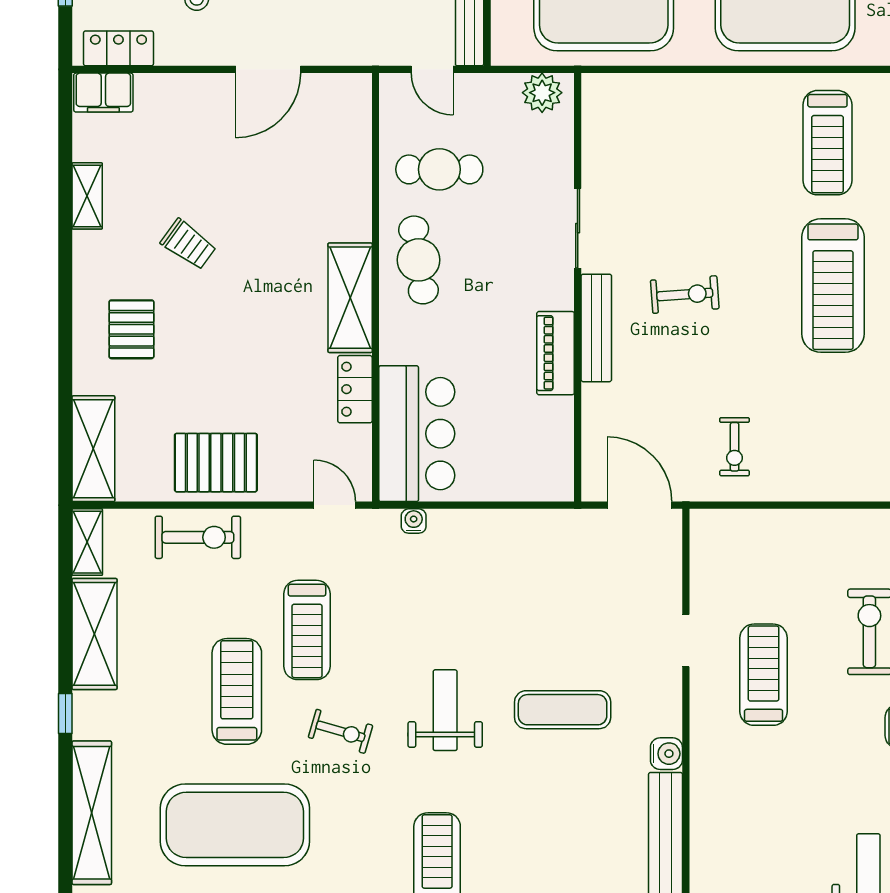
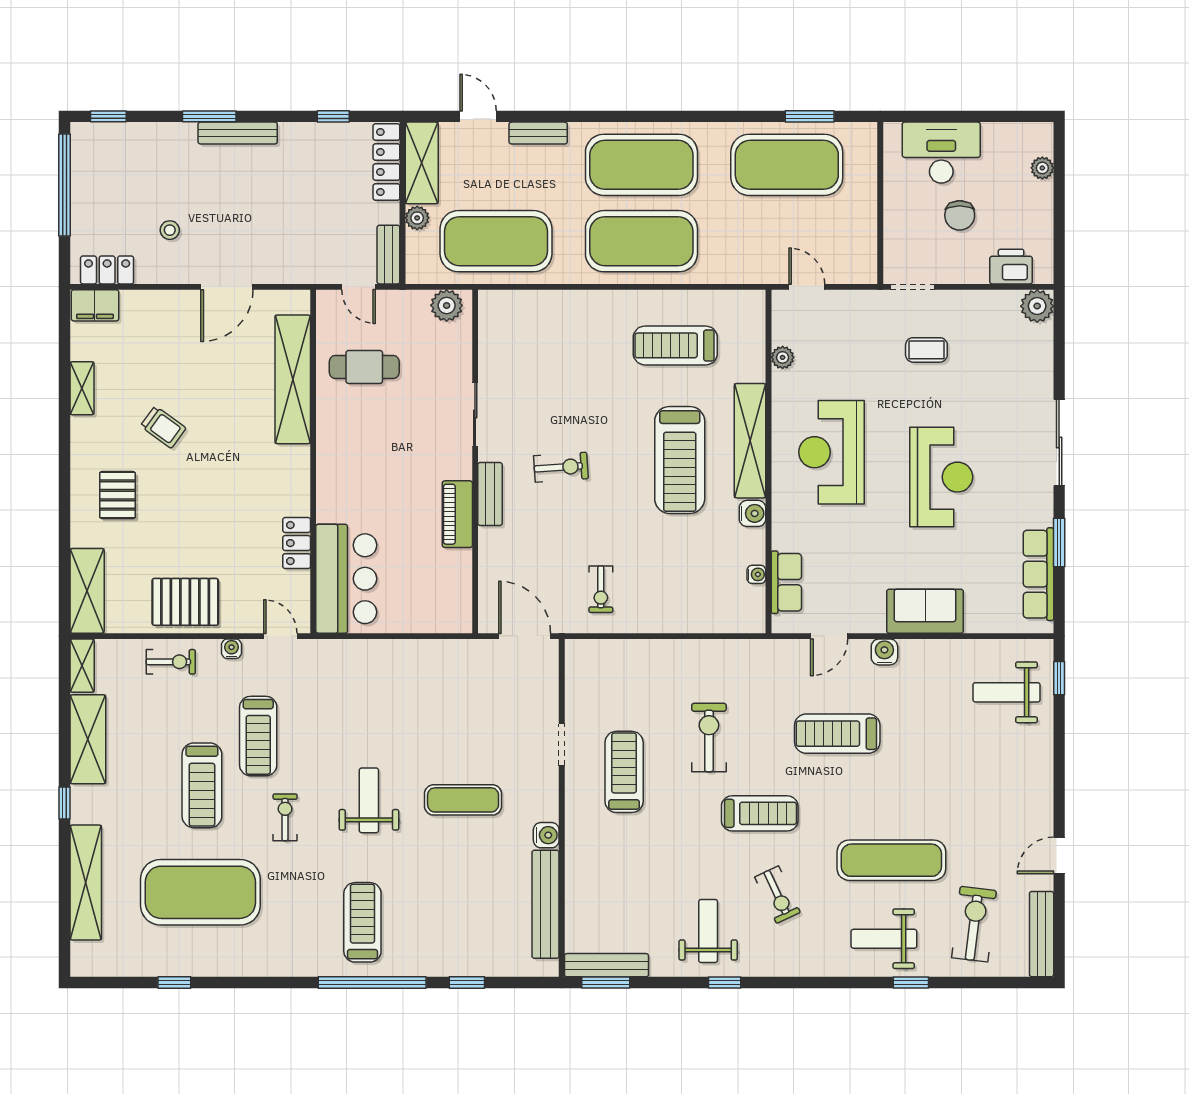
treadmill: (827, 143) -> (675, 345), turned 90
cafe table: (418, 260) -> (348, 440), removed
shelving: (350, 298) -> (293, 379), moved, width x1.47
bench: (596, 328) -> (490, 494), width x0.73
water cooler: (414, 521) -> (232, 649), moved
exercise bike: (198, 537) -> (171, 662), width x0.73, depth x0.72
treadmill: (237, 691) -> (202, 785), turned 180
exercise bike: (341, 731) -> (285, 817), turned -106

